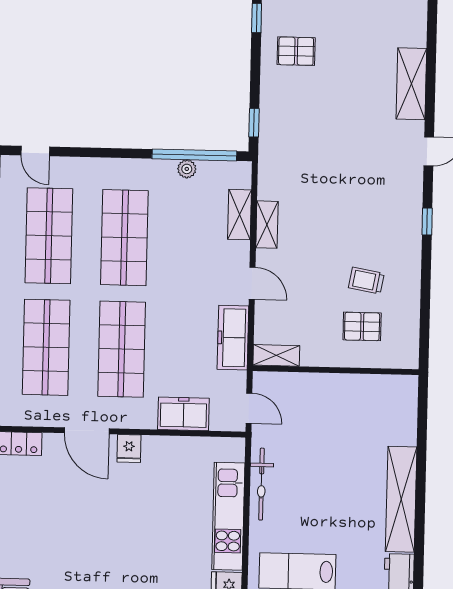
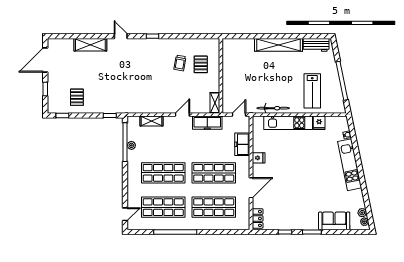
shelving: (267, 225) -> (156, 109), removed
fridge: (129, 449) -> (259, 158), moved

